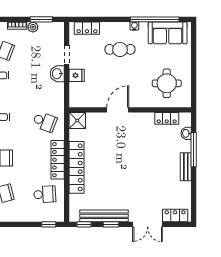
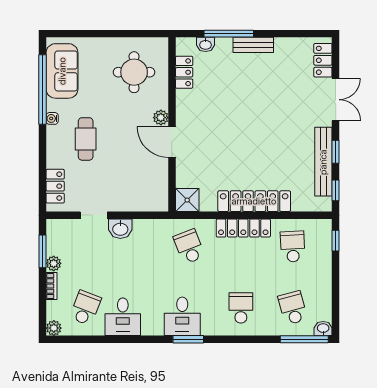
fridge: (77, 75) -> (123, 201), removed
plant: (135, 102) -> (161, 118), added
school desk: (45, 122) -> (189, 247), turned -42

